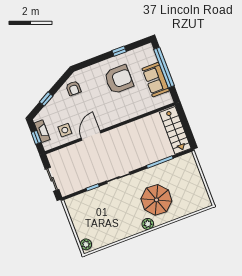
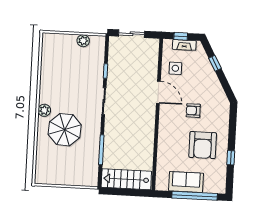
armchair: (74, 88) -> (193, 111), moved
plant: (86, 244) -> (83, 41), moved

